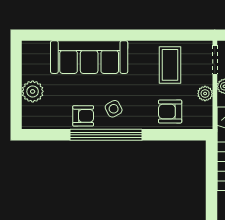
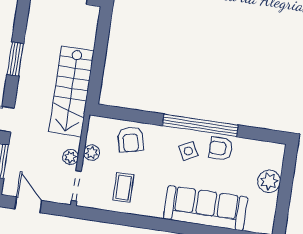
coffee table: (170, 65) -> (123, 187), width x0.73, depth x0.77
armchair: (170, 111) -> (130, 139), turned 76

